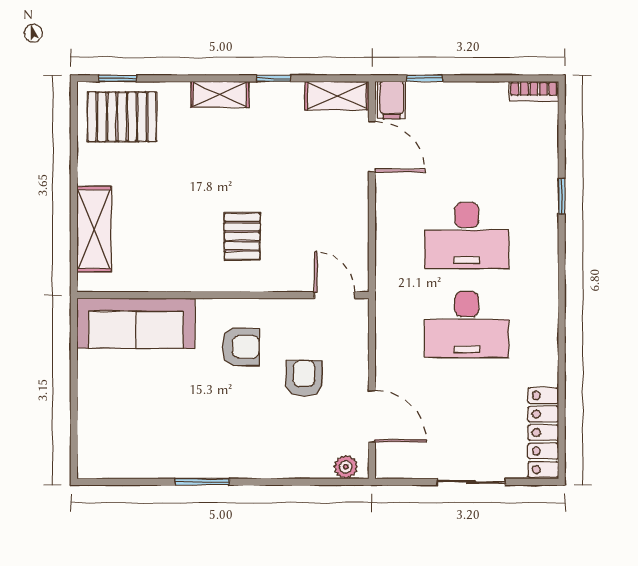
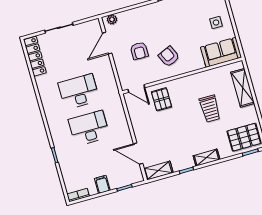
filing cabinet: (392, 100) -> (102, 184), moved
trolley: (181, 203) -> (210, 109), added
pallet: (242, 236) -> (161, 99), moved
sofa: (136, 323) -> (221, 52), width x0.73
armchair: (241, 347) -> (169, 56), turned 66
side table: (112, 394) -> (216, 23), added
door: (372, 416) -> (107, 43), hinge flipped

